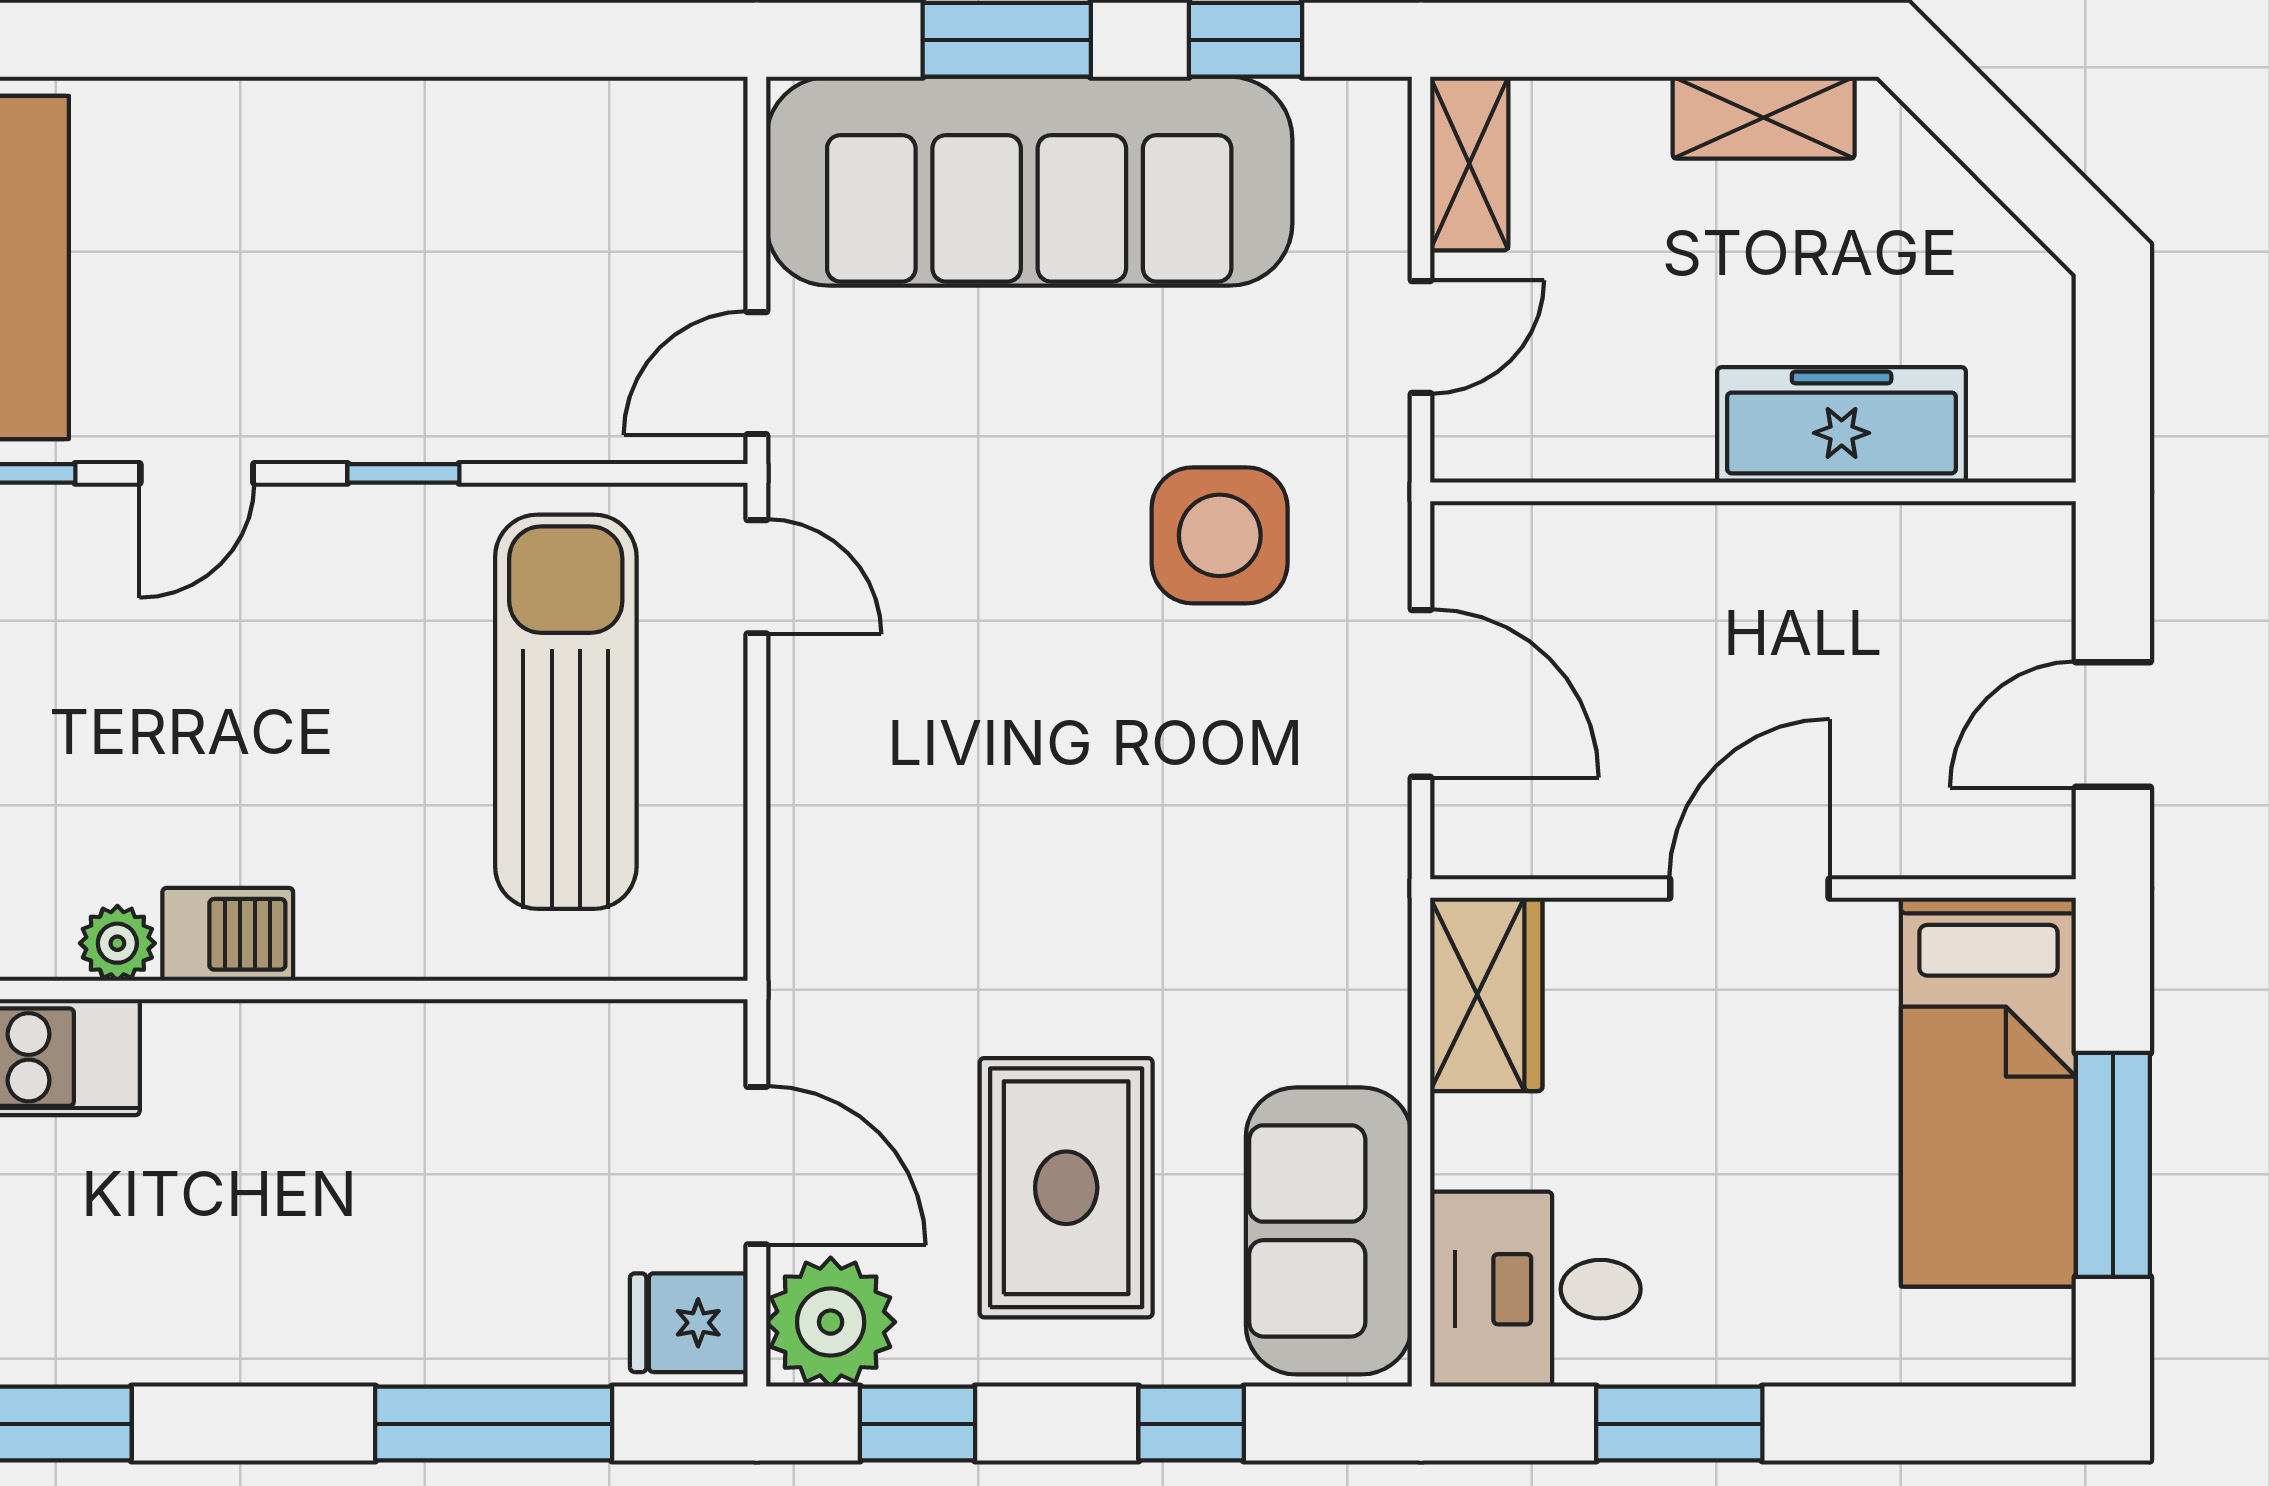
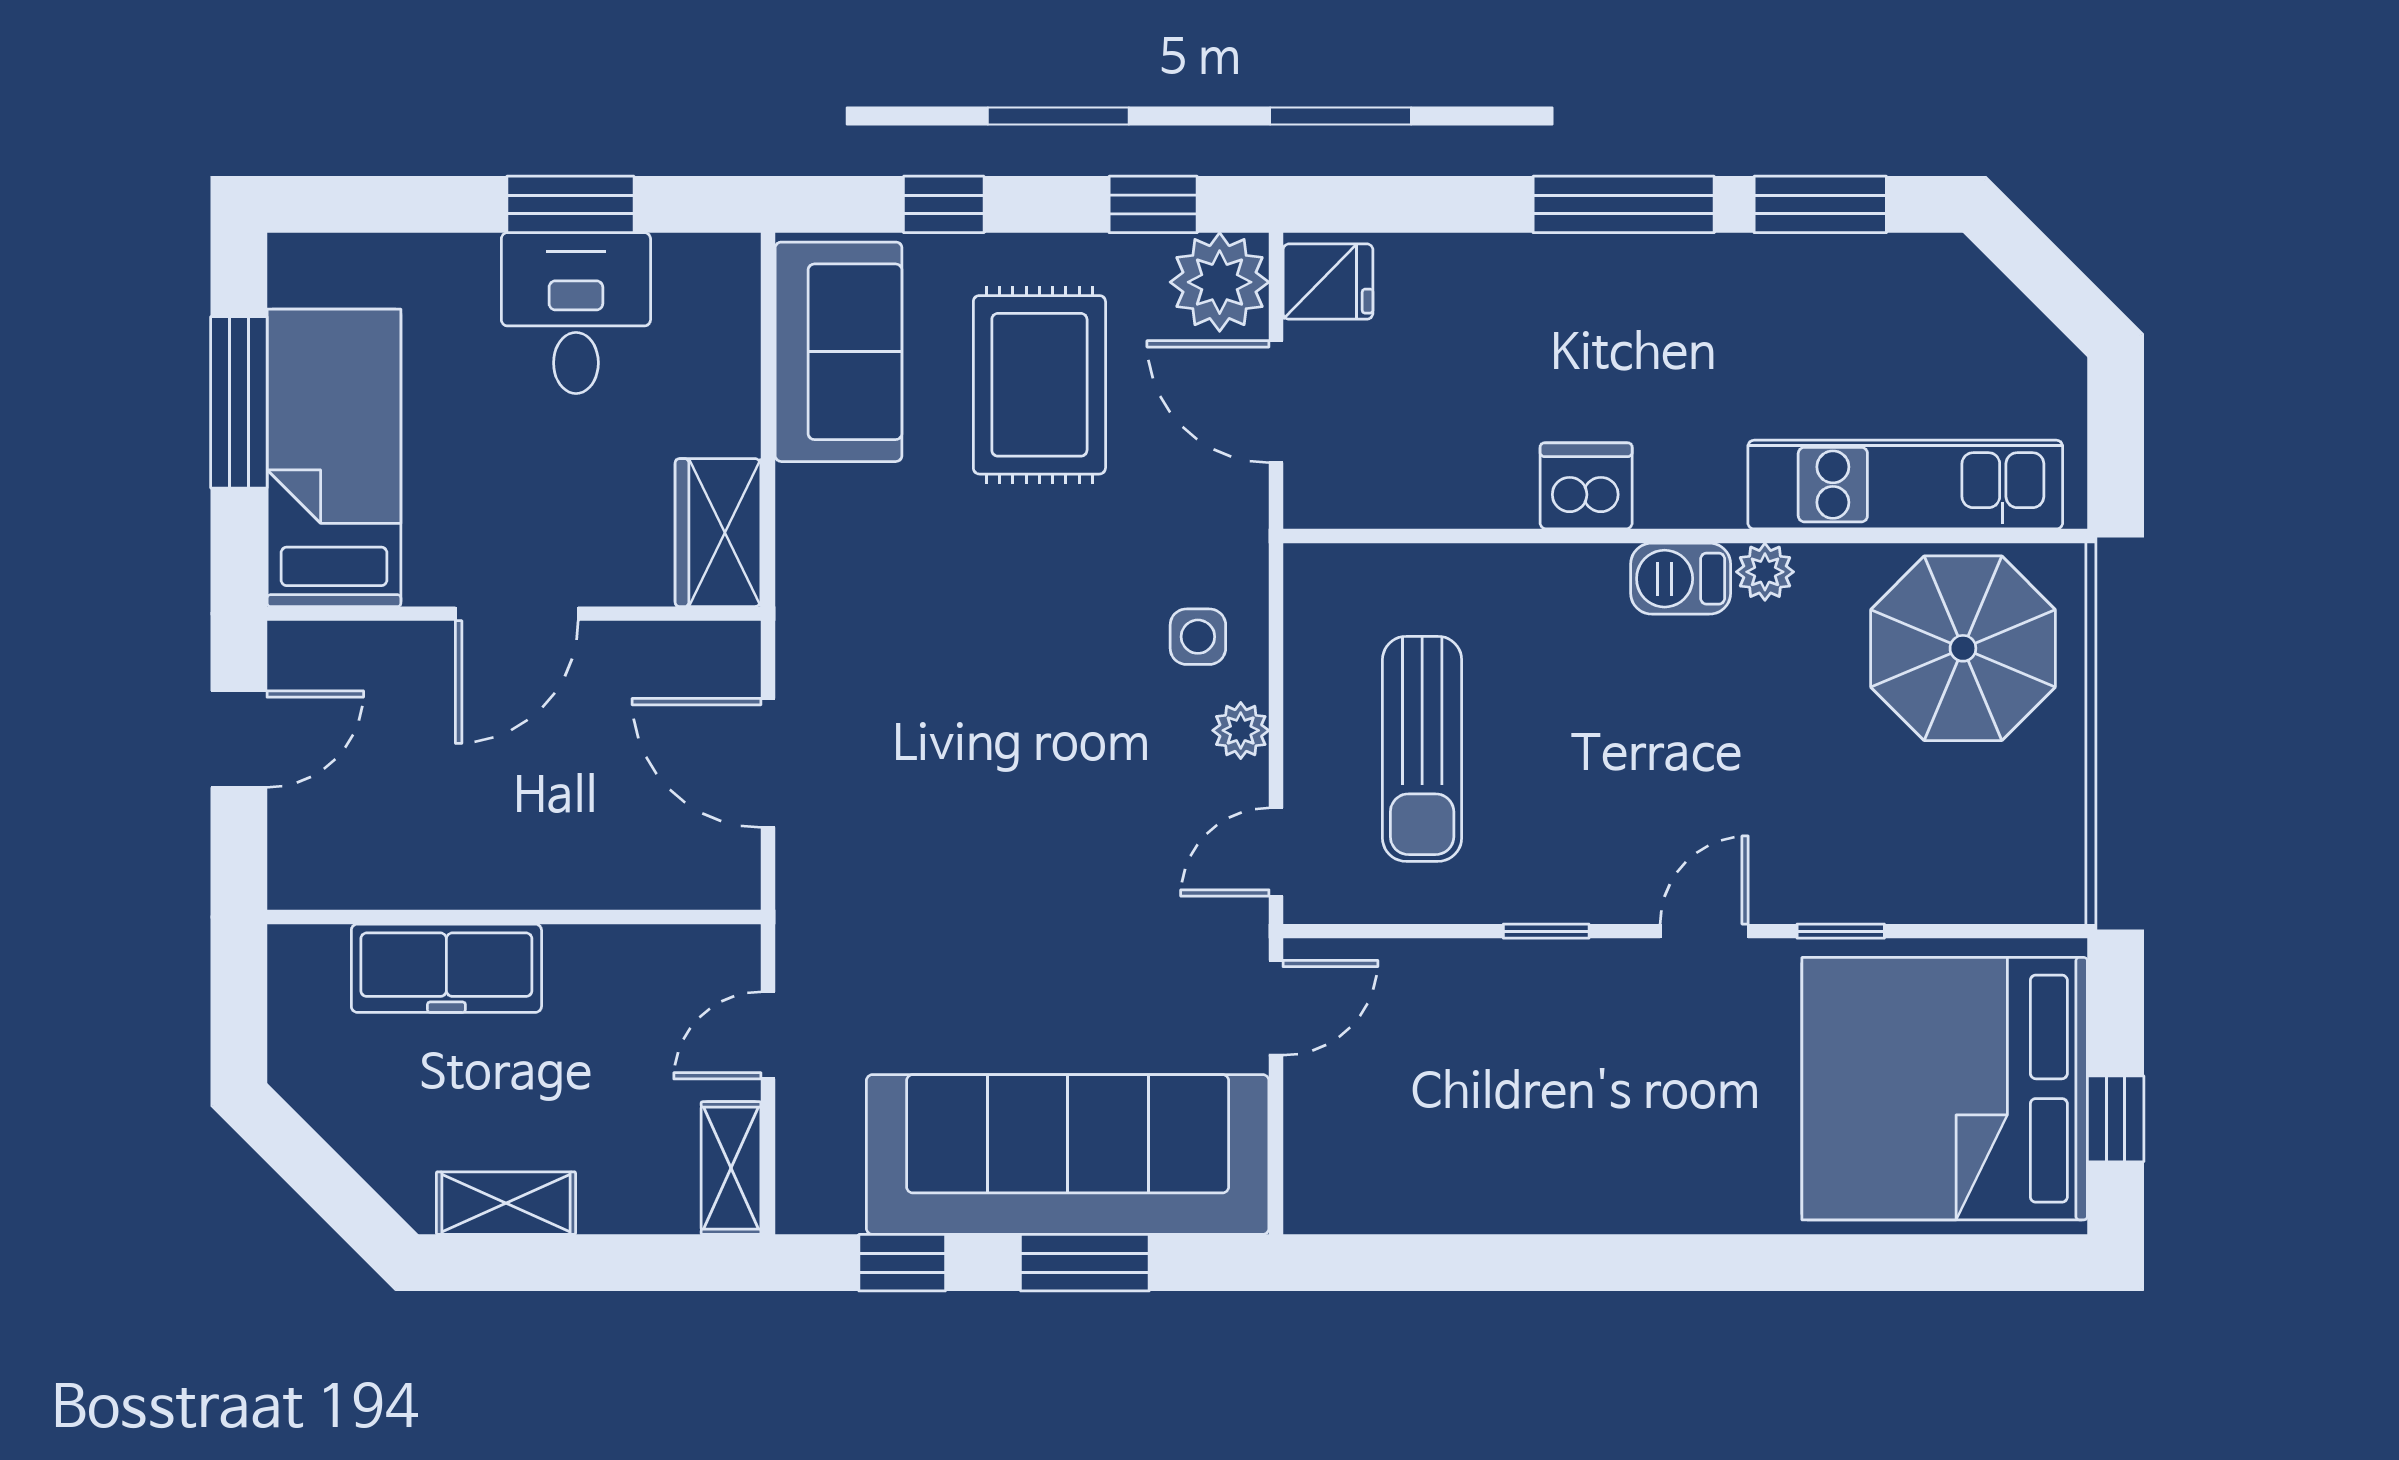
side table: (1220, 535) -> (1198, 637), moved, width x0.54, depth x0.54
door: (757, 577) -> (1276, 852), hinge flipped
sun lounger: (566, 712) -> (1422, 749), width x0.73, depth x0.75
plant: (803, 736) -> (1241, 730), added
dishwasher: (351, 1055) -> (1586, 486), added
desk: (1535, 1289) -> (576, 313), moved, turned -90
window: (494, 1424) -> (1624, 204), moved

